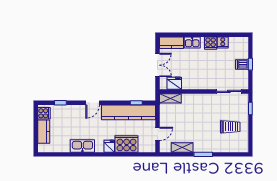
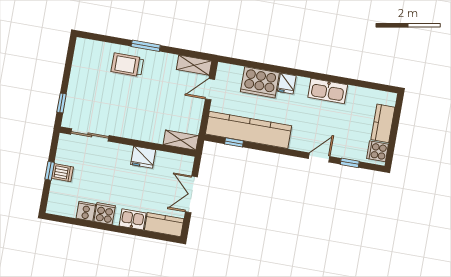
fridge: (174, 83) -> (143, 157), moved
door: (93, 103) -> (319, 157), moved
trolley: (230, 127) -> (127, 65), moved
shelving: (182, 147) -> (194, 65), moved

